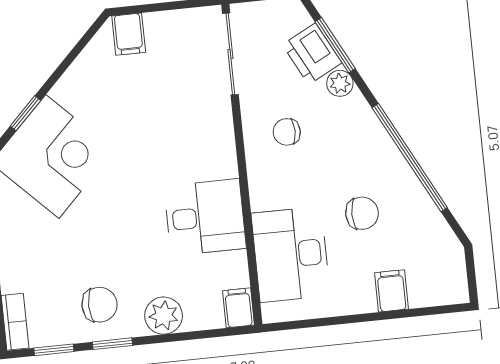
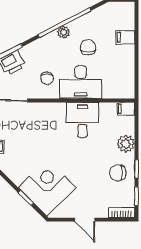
plant: (340, 83) -> (64, 32), moved
desk: (291, 254) -> (81, 82), moved
chair: (99, 305) -> (118, 173), turned -90

